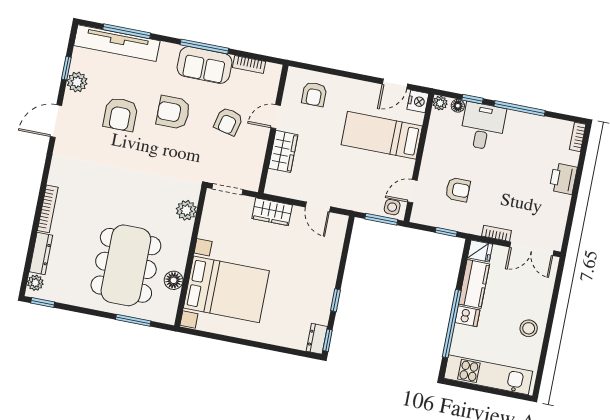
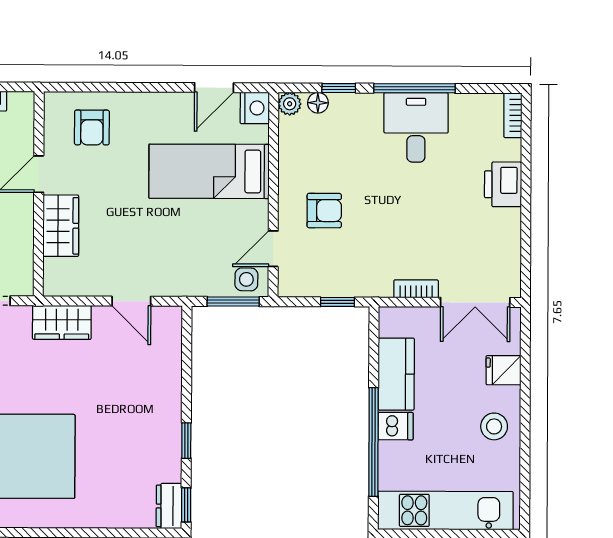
desk: (483, 126) -> (416, 127), moved
armchair: (458, 190) -> (324, 211), moved
fridge: (480, 251) -> (503, 370), moved, turned 180

